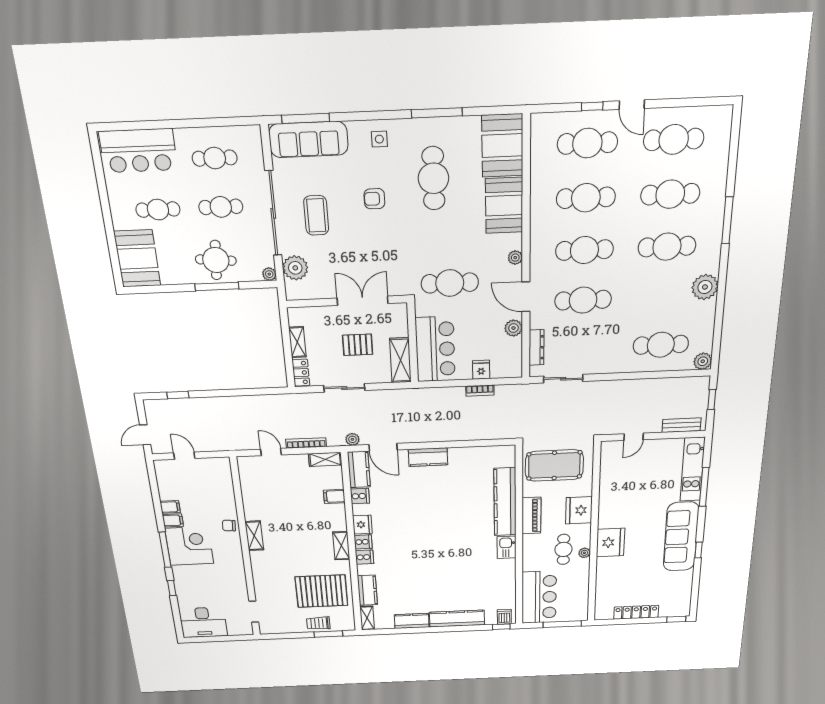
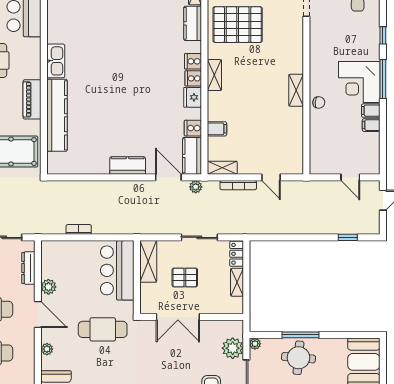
fridge: (481, 370) -> (77, 249), removed
kitchen sink: (507, 547) -> (56, 61), width x1.38

